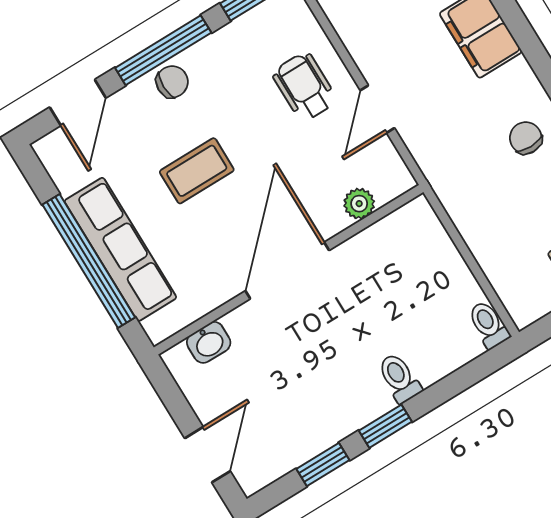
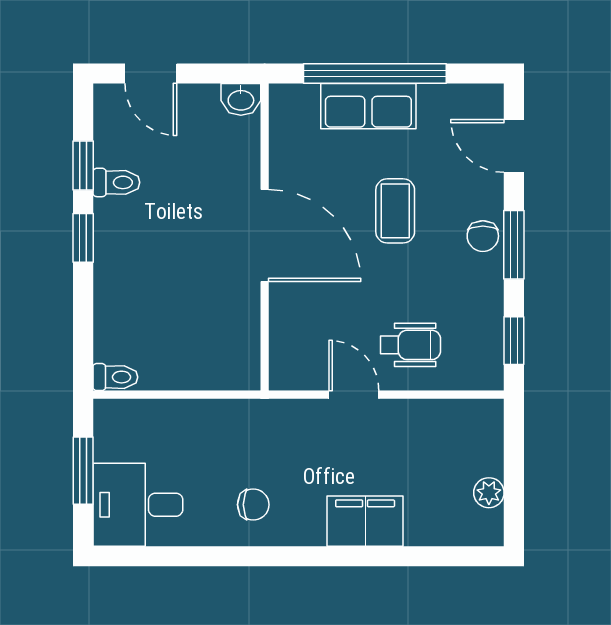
window: (163, 50) -> (514, 245), width x0.69
plant: (359, 204) -> (284, 331), removed
row of seats: (120, 249) -> (368, 106), width x0.68
washbasin: (209, 342) -> (241, 99), moved, turned -90
toilet: (399, 378) -> (116, 182), moved

